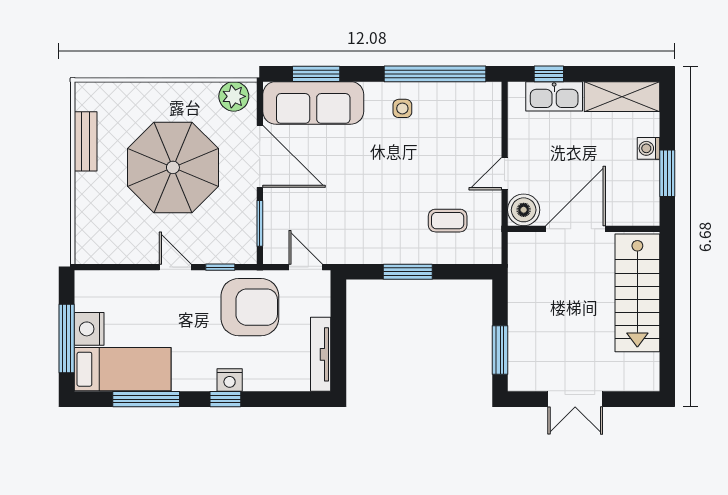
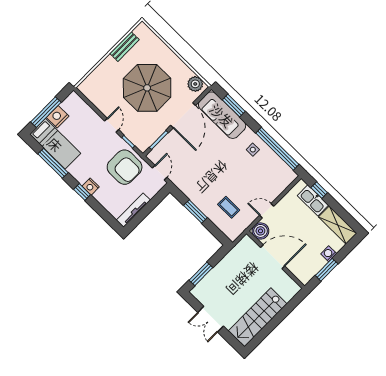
stairs: (637, 293) -> (258, 317), moved

